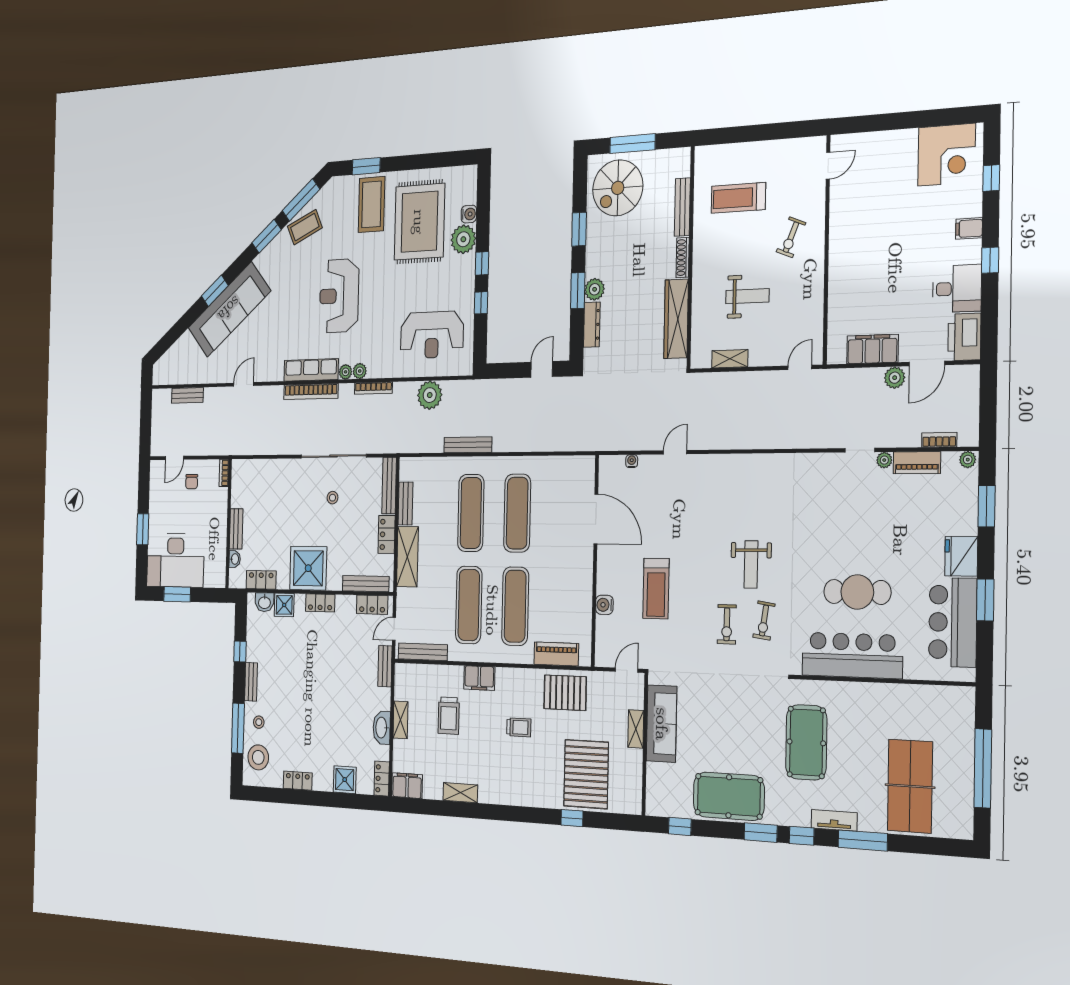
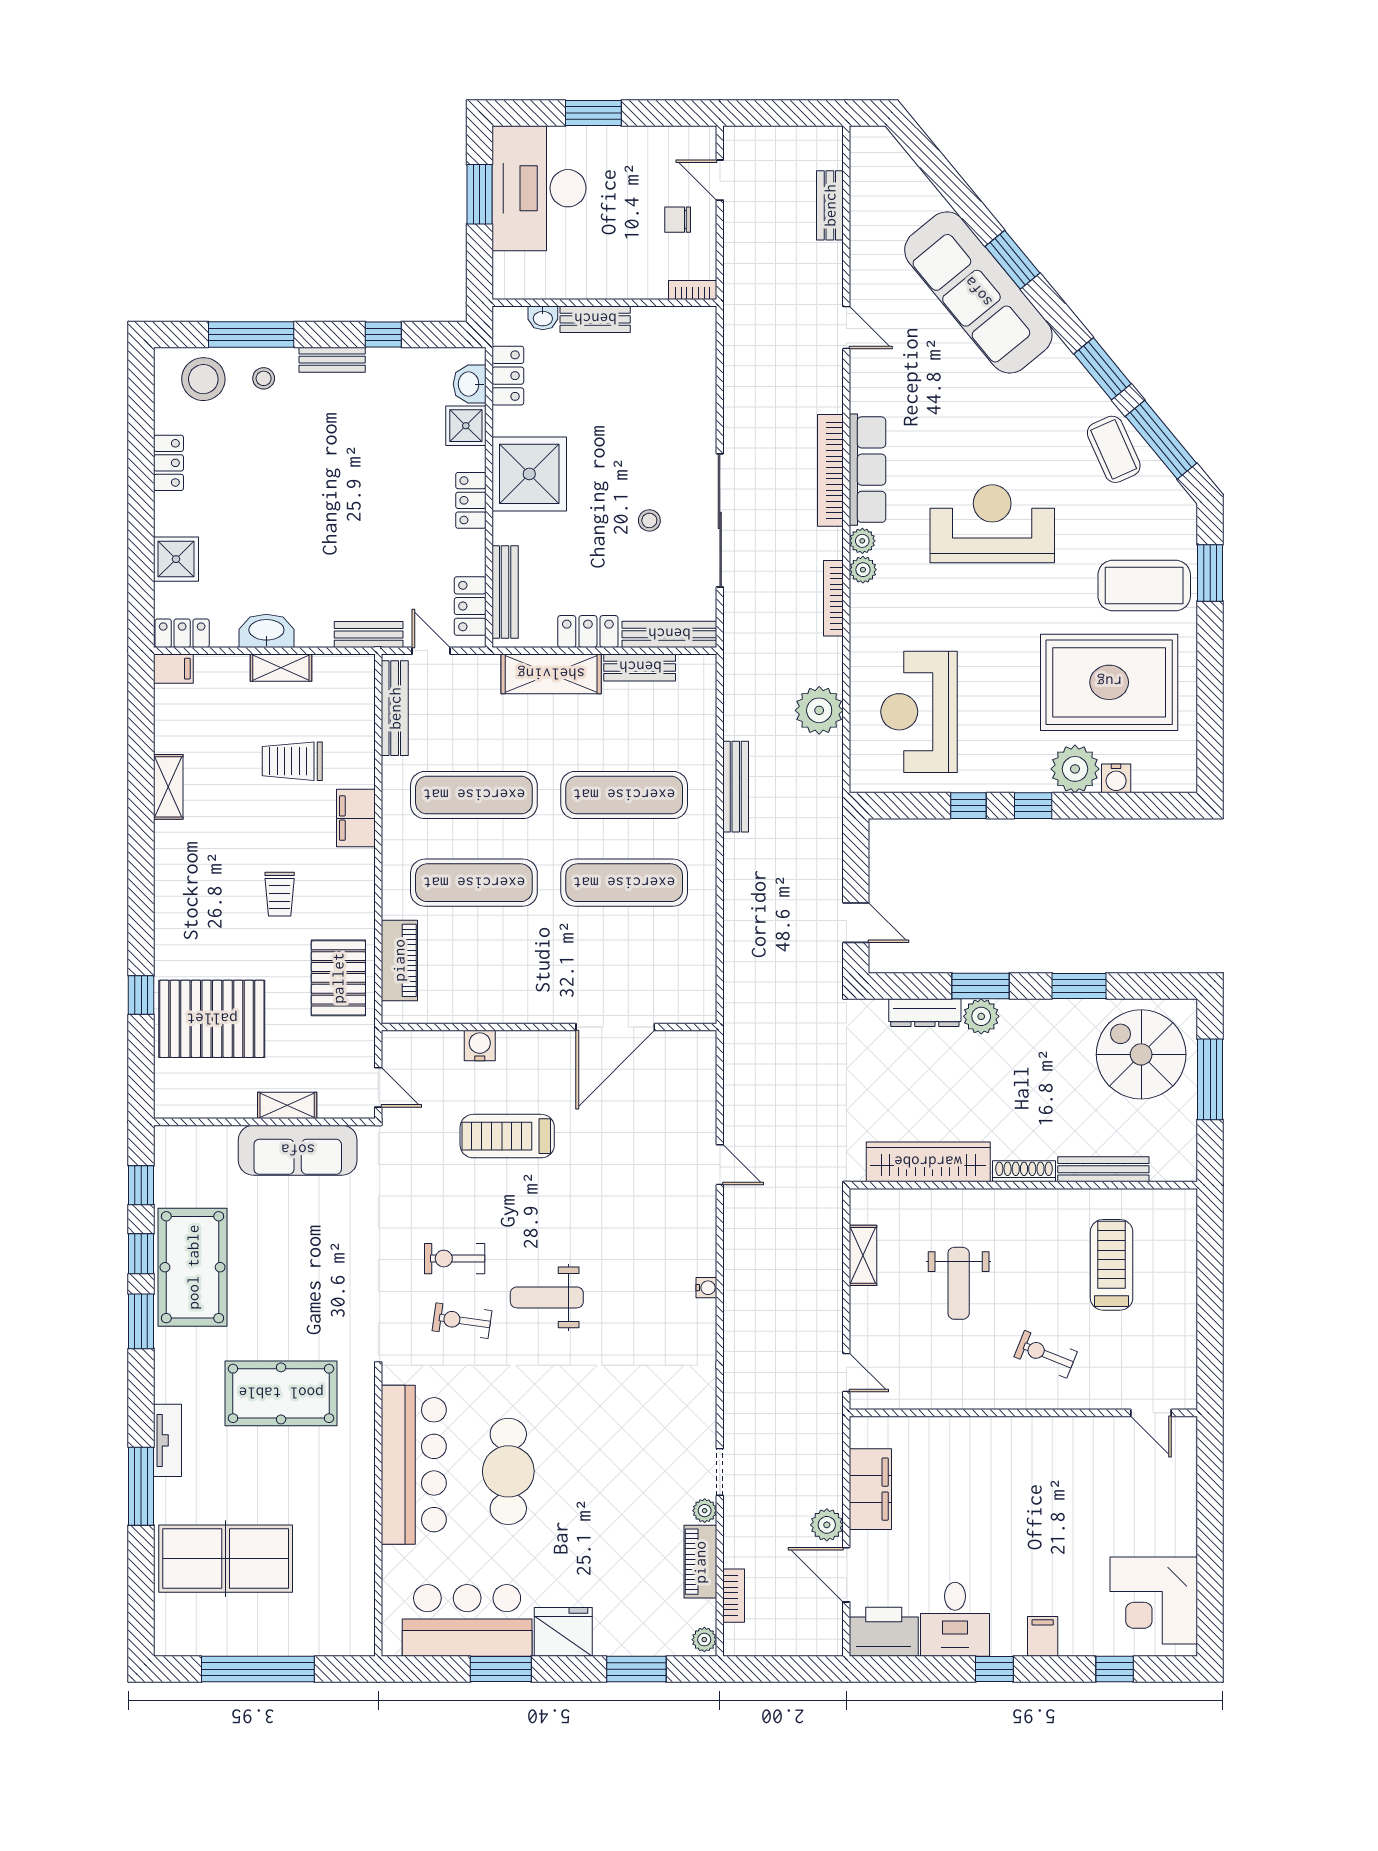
water cooler: (632, 461) -> (706, 1288), moved
filing cabinet: (407, 786) -> (173, 669), width x0.50
window: (802, 836) -> (141, 1254), moved

